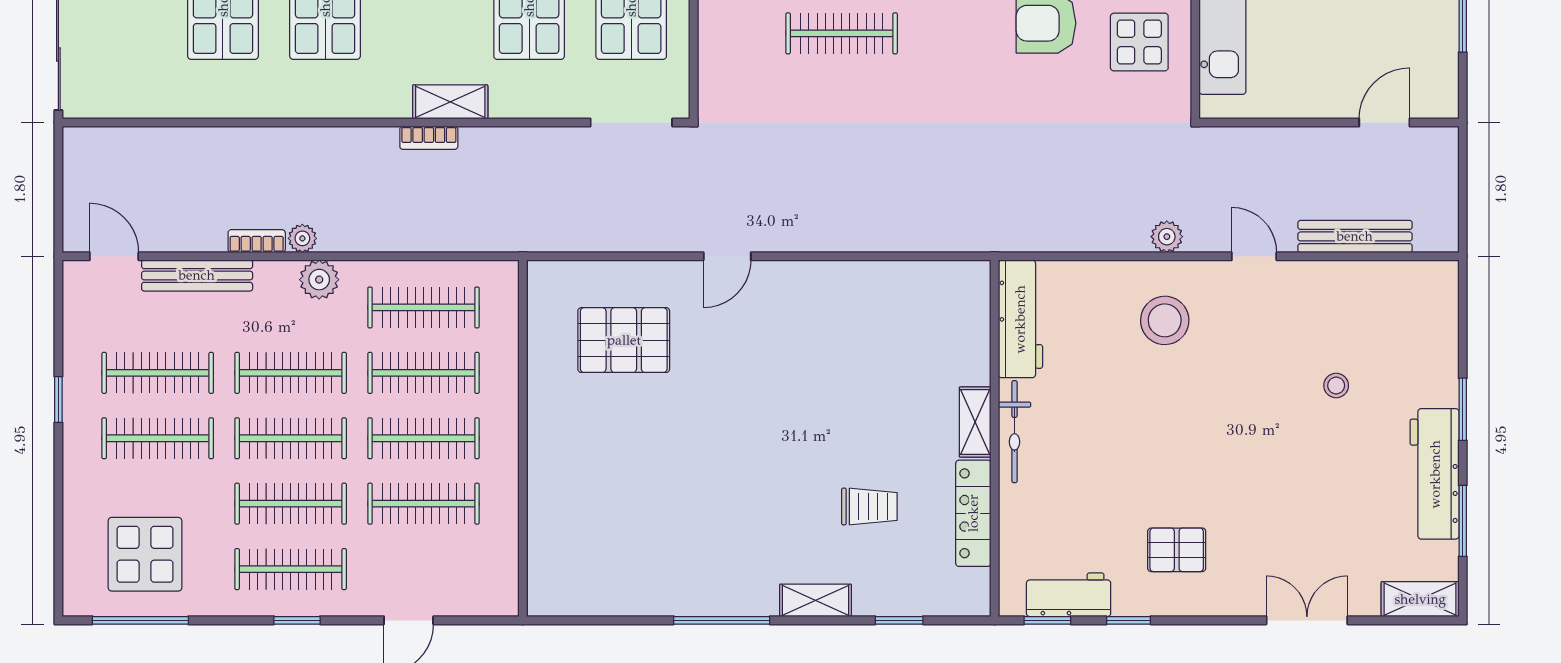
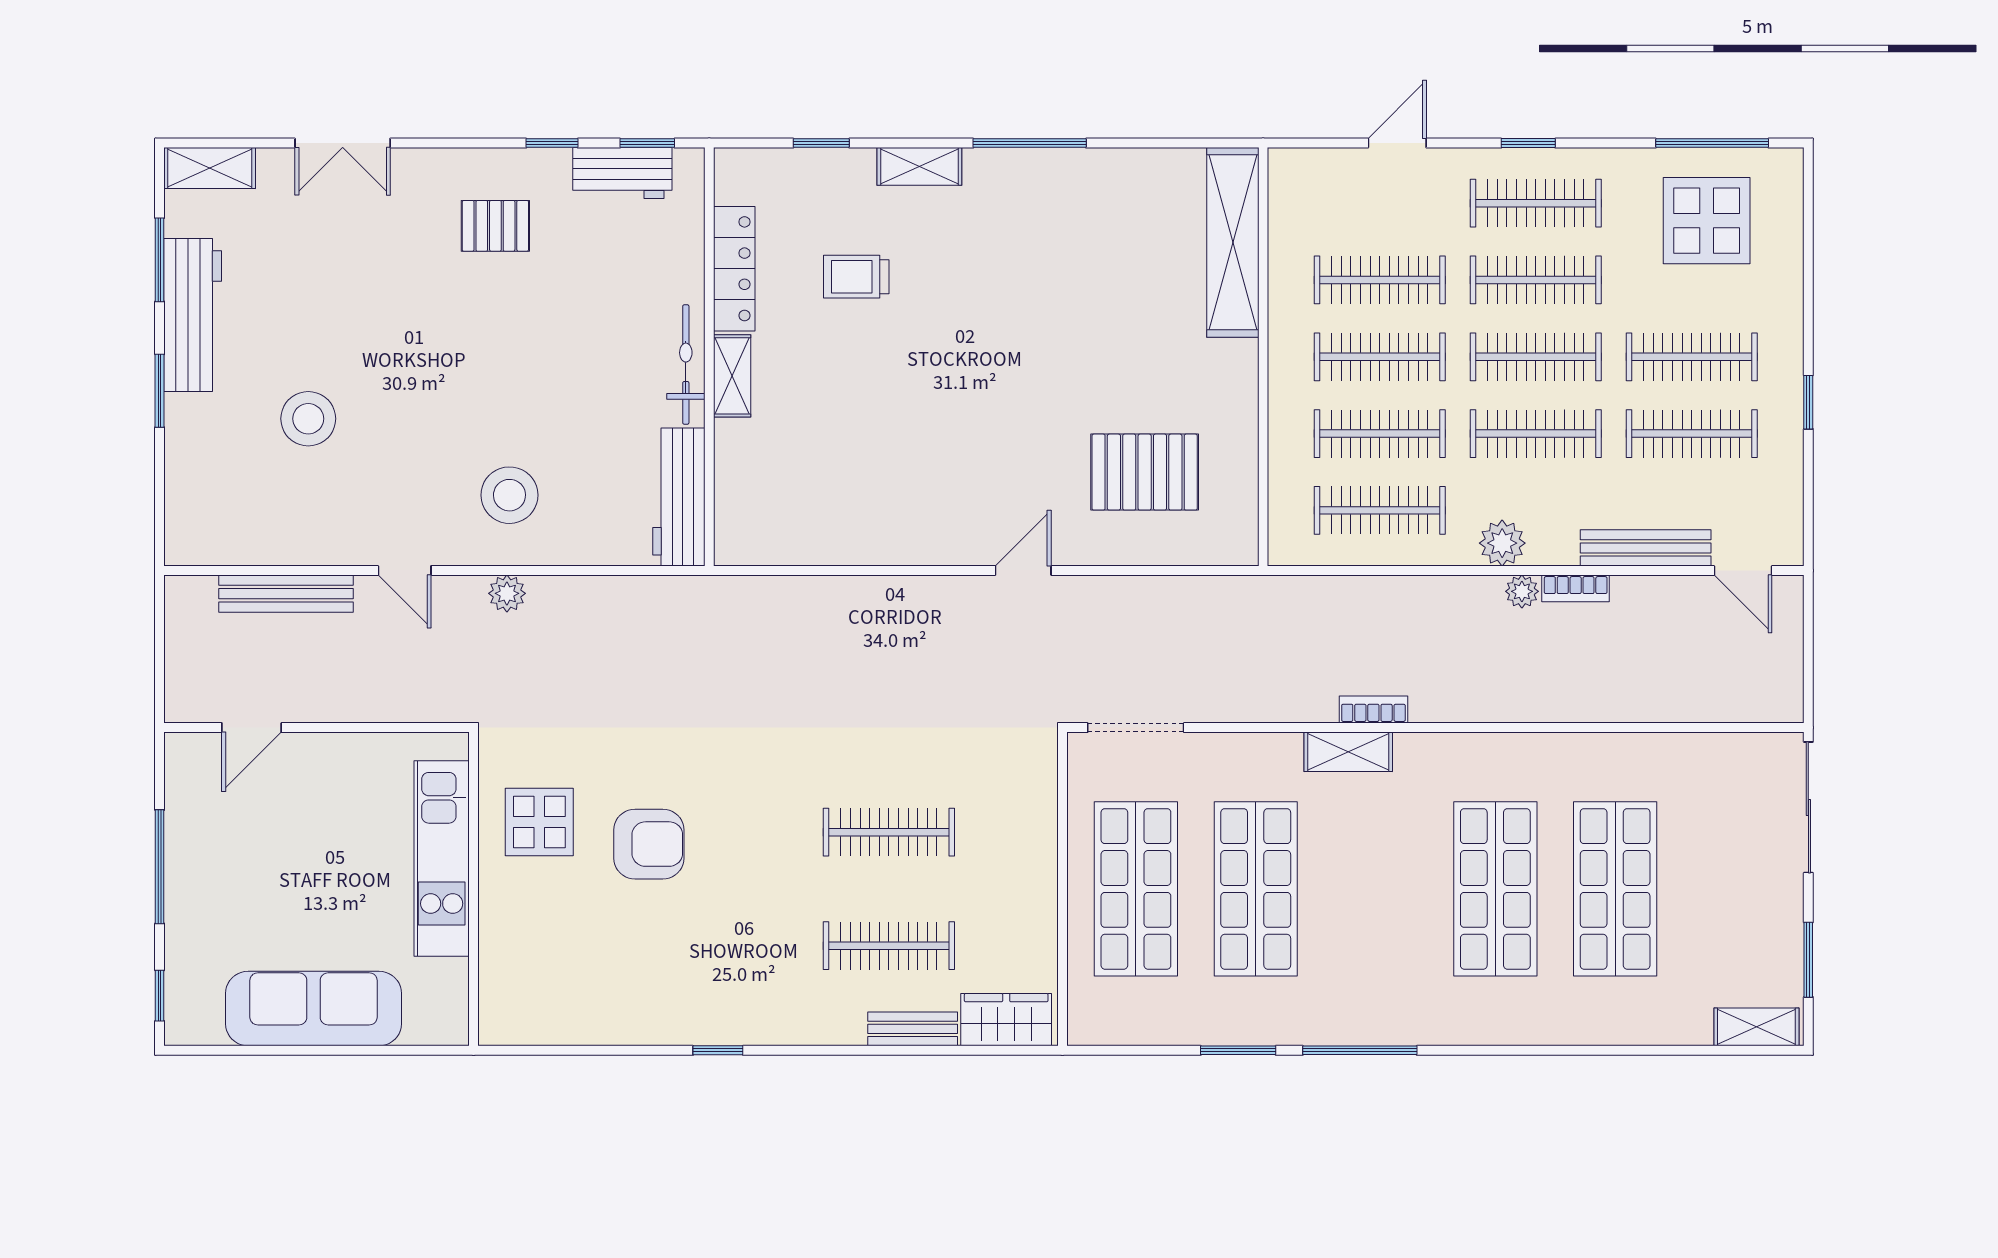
stool: (1336, 386) -> (308, 419), width x1.89, depth x1.89
shelving: (549, 536) -> (1233, 242), added

